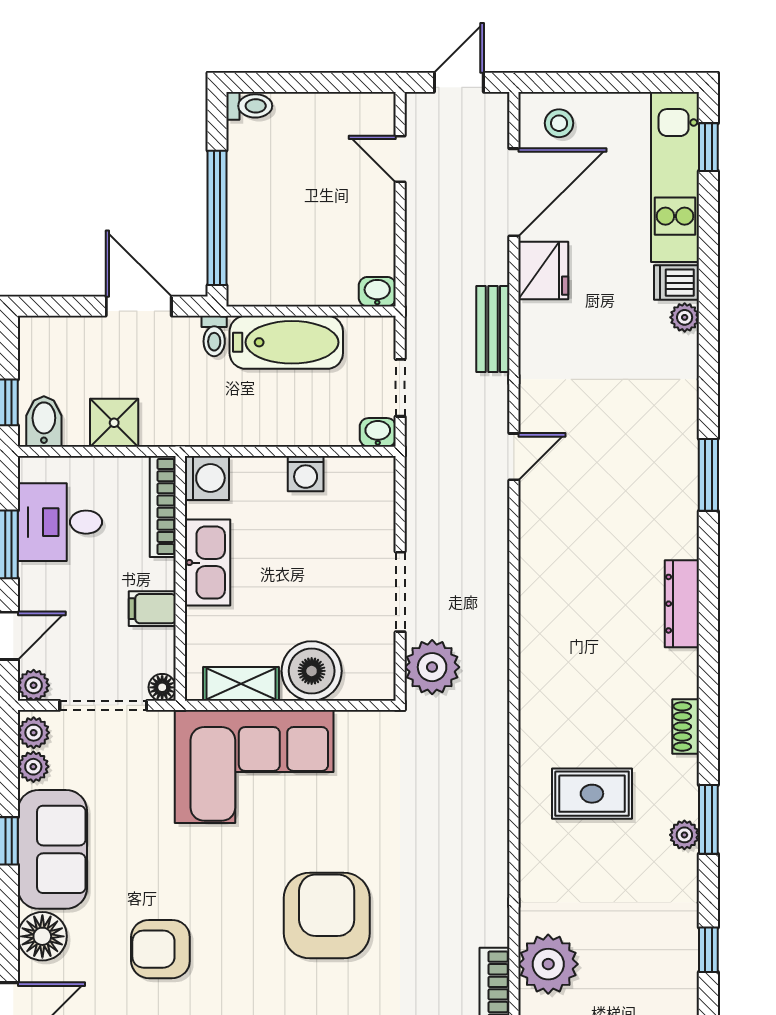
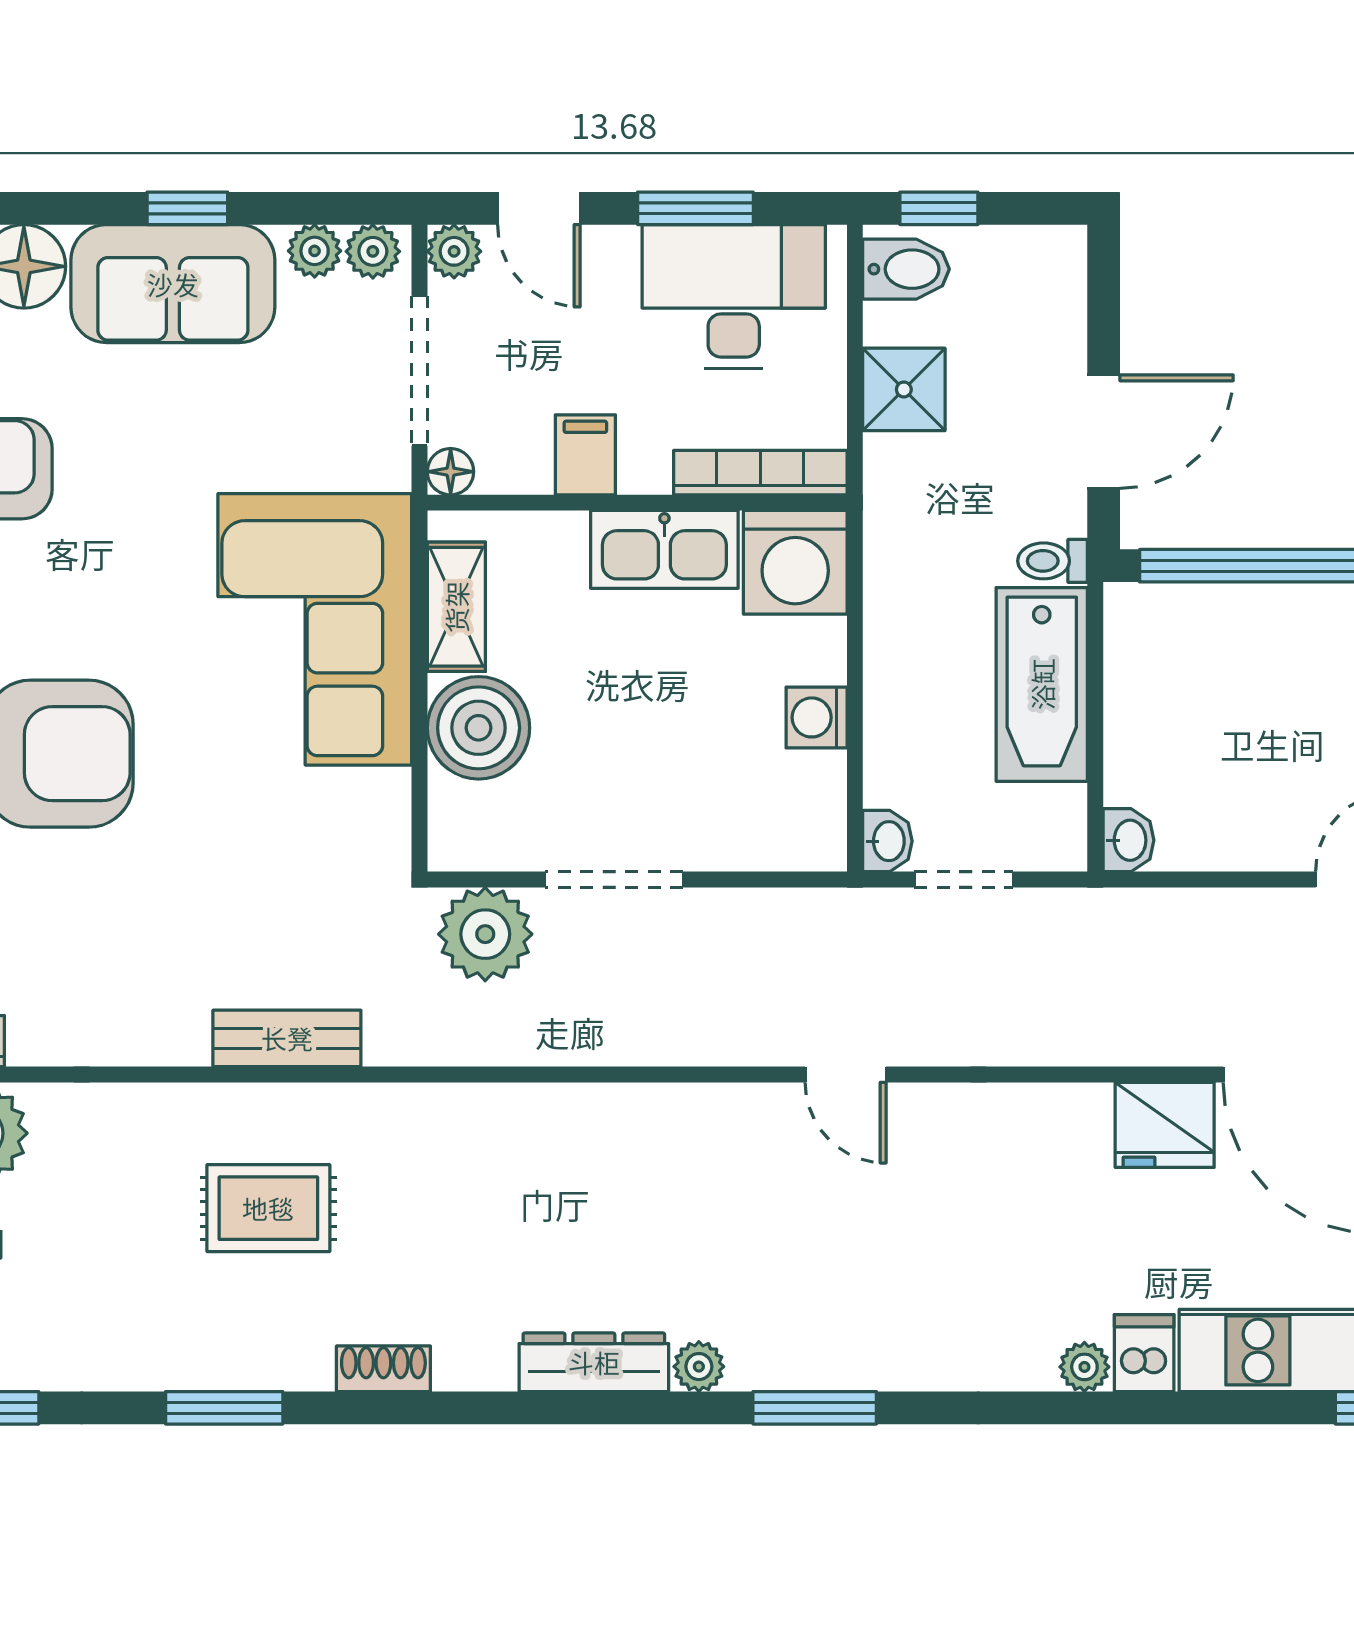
bench: (493, 329) -> (287, 1038), moved
washing machine: (207, 478) -> (795, 562), width x1.37, depth x1.37
desk: (60, 522) -> (734, 297), width x1.37
rug: (592, 794) -> (268, 1208), turned 90
plant: (684, 835) -> (699, 1367), moved

